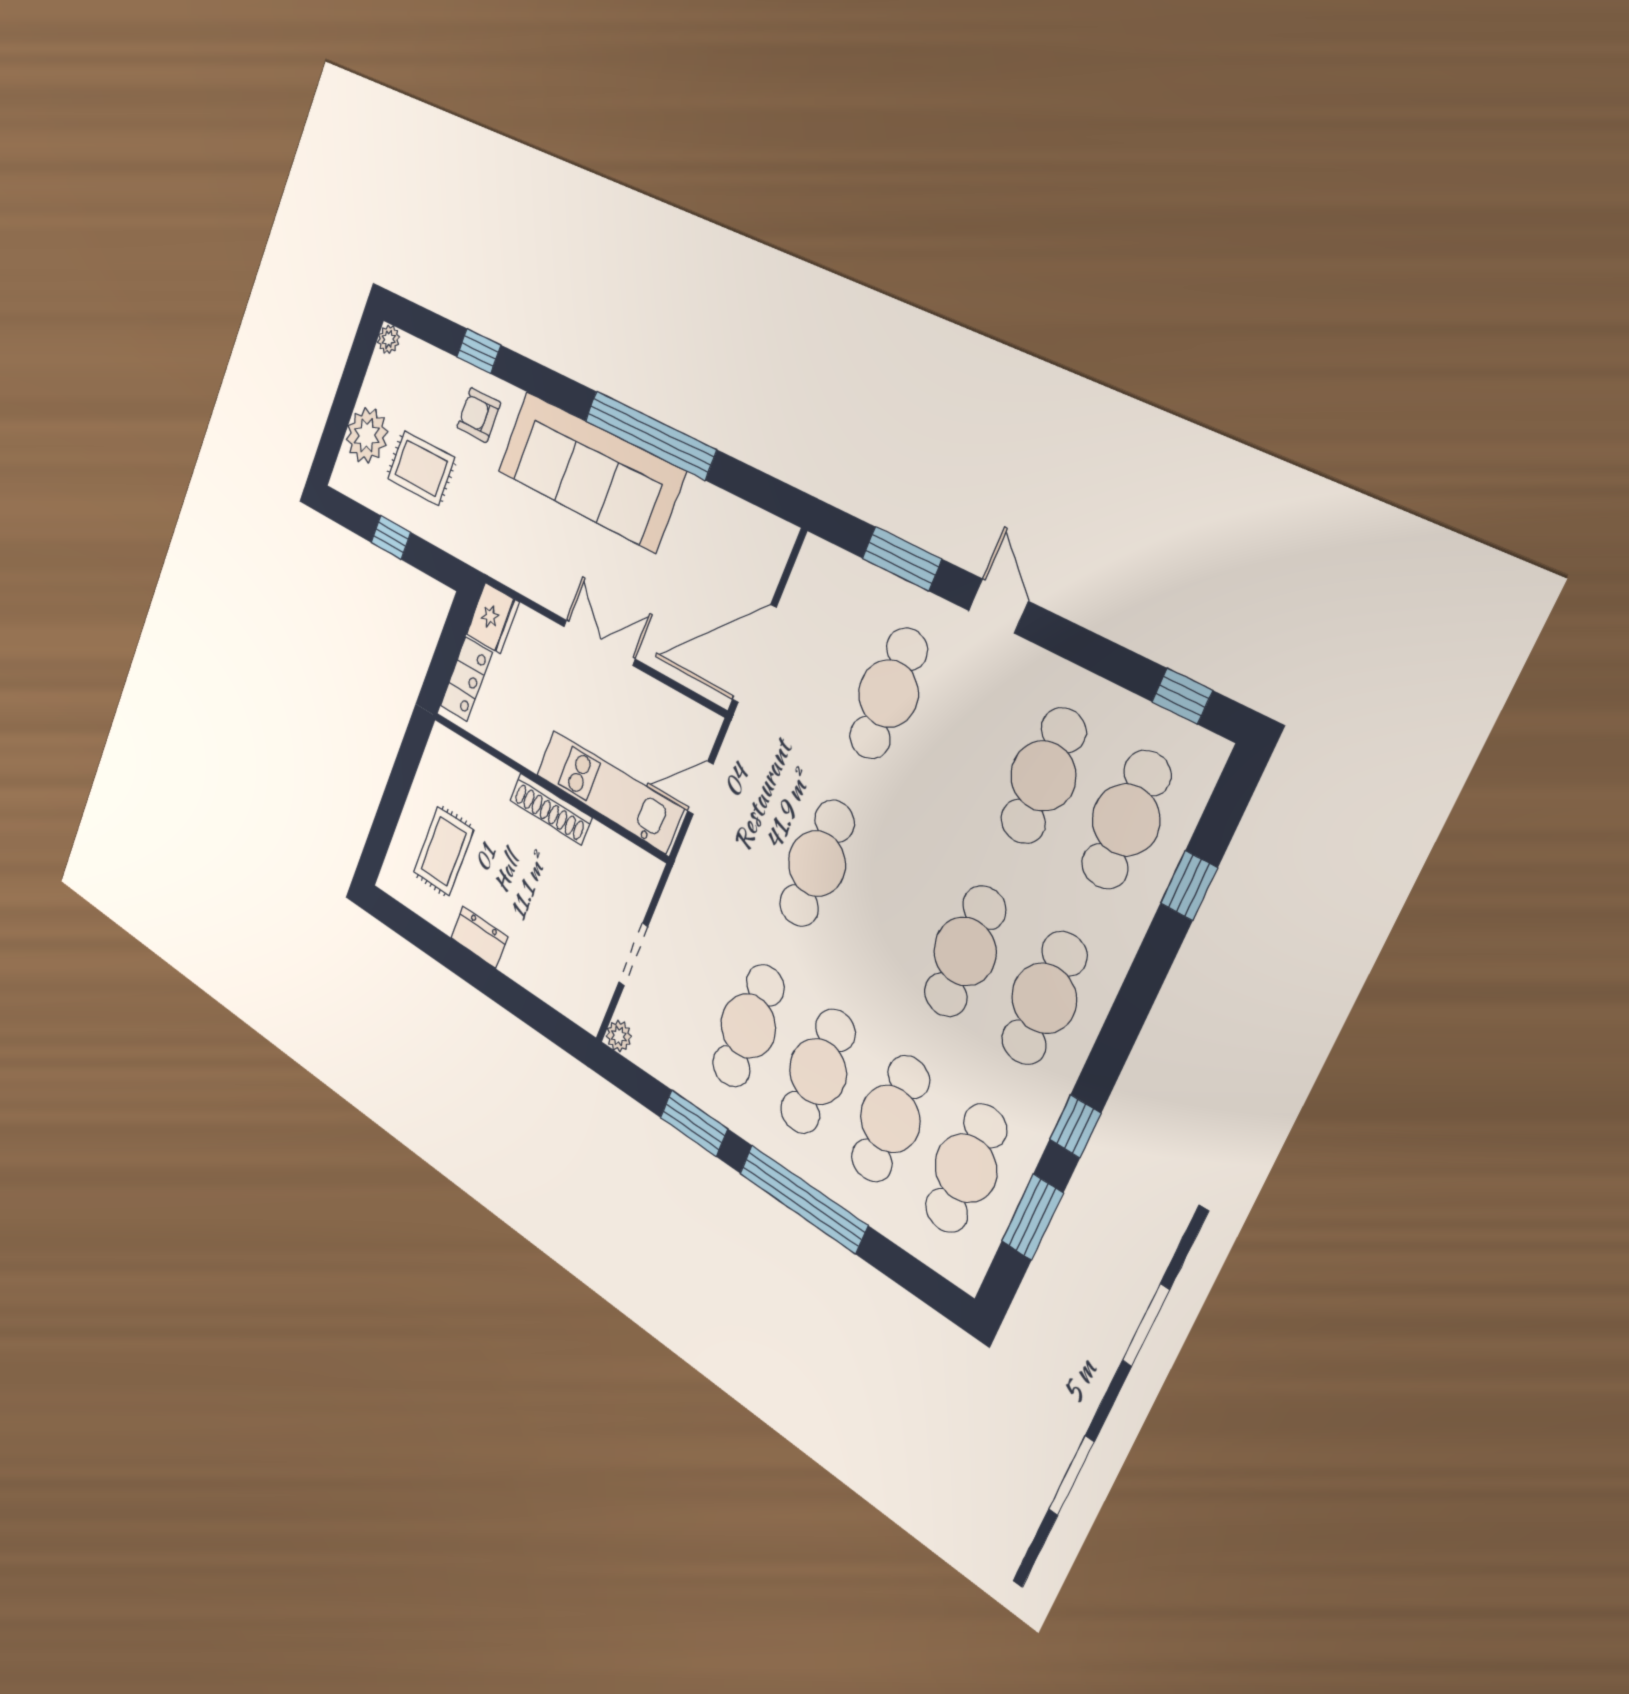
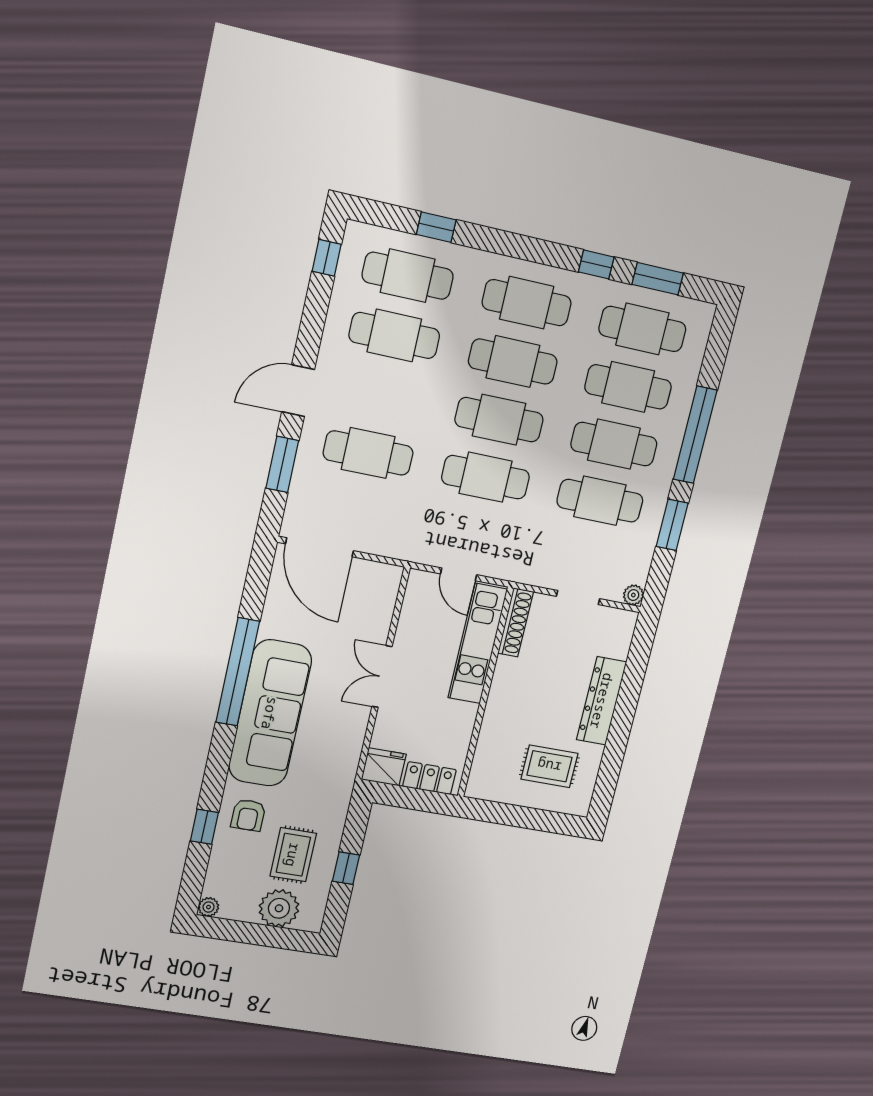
door: (998, 606) -> (298, 391), width x1.38
door: (754, 654) -> (320, 547), moved
shoe rack: (551, 809) -> (516, 622), moved
cafe table: (889, 906) -> (499, 420), added
dresser: (479, 937) -> (602, 701), width x1.96, depth x1.24

